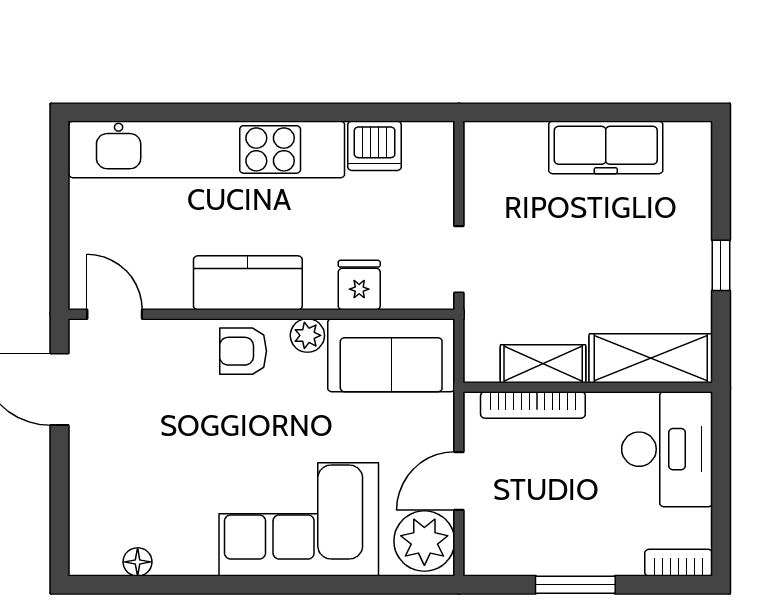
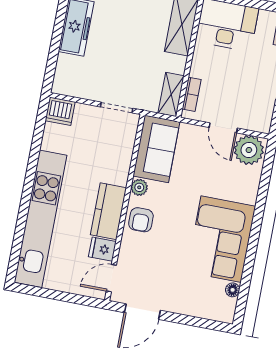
dishwasher: (375, 146) -> (60, 111), moved, turned 90
fridge: (359, 285) -> (102, 249), moved
shelving: (543, 364) -> (171, 94), moved
bookcase: (533, 405) -> (192, 94), width x0.64
corner sofa: (299, 519) -> (221, 239), moved

